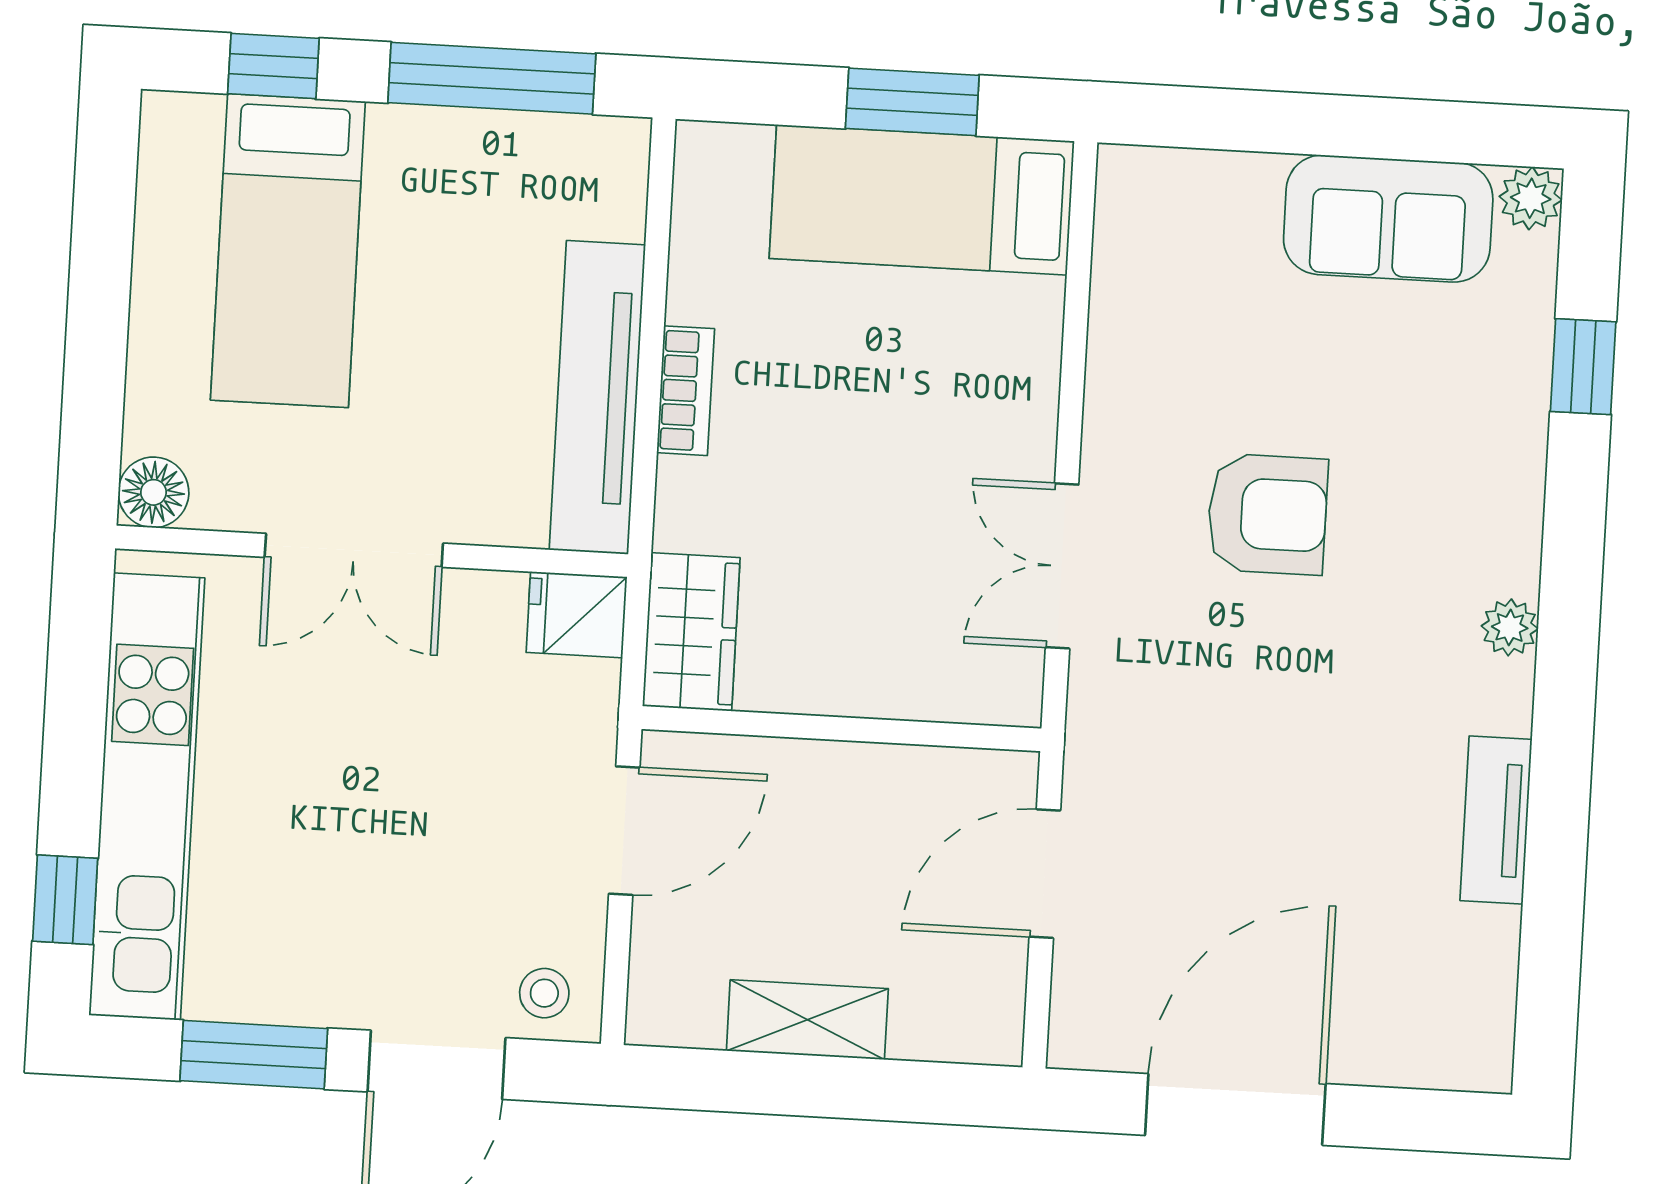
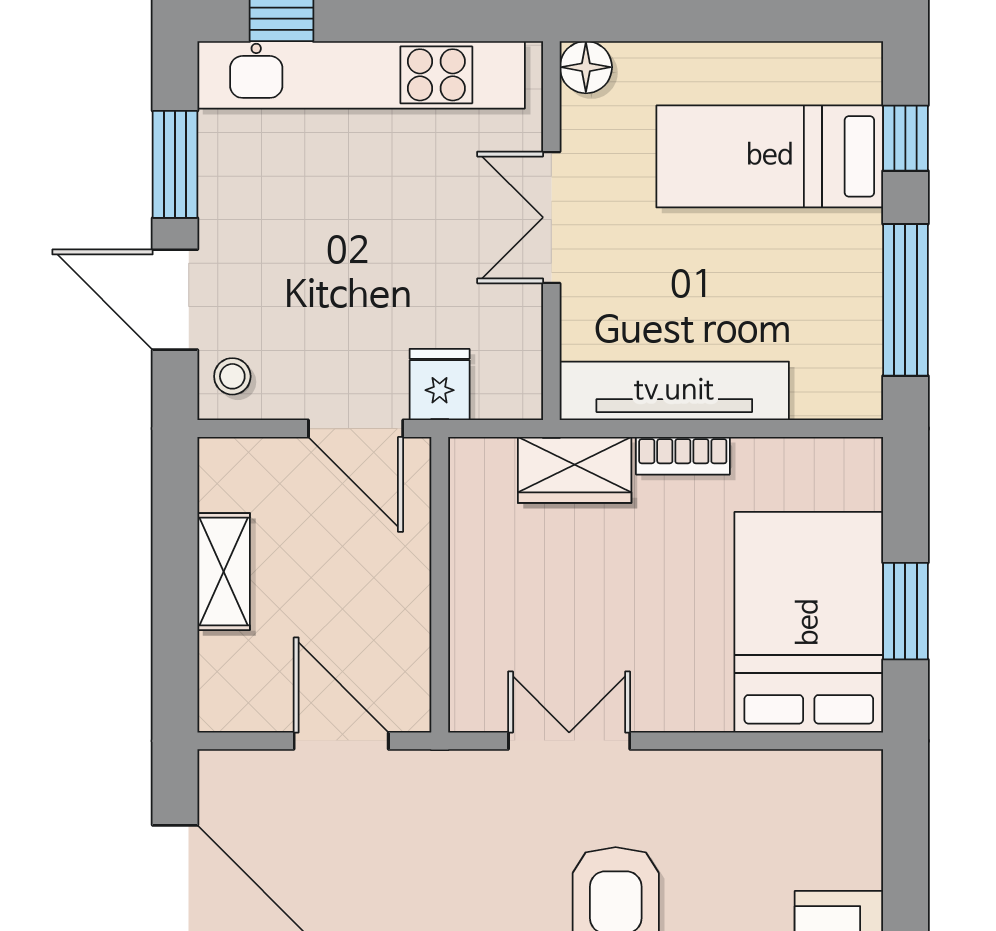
bed: (922, 200) -> (809, 622), width x1.50
fridge: (577, 615) -> (440, 384), moved
wardrobe: (691, 632) -> (575, 470), moved

